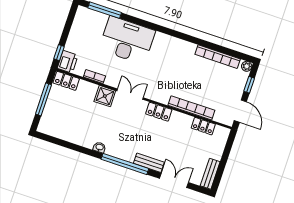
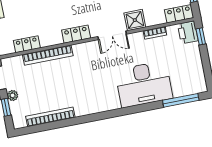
plant: (247, 66) -> (13, 95), moved

